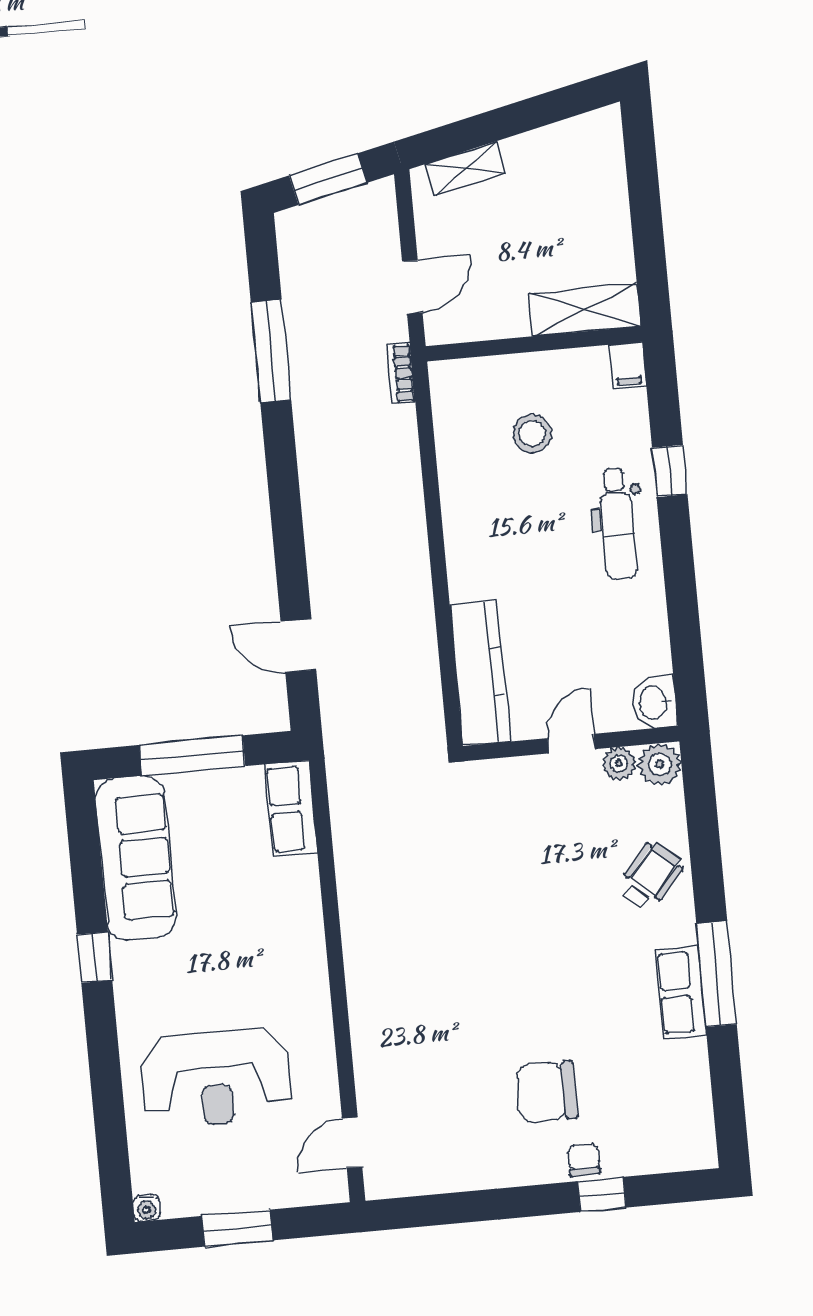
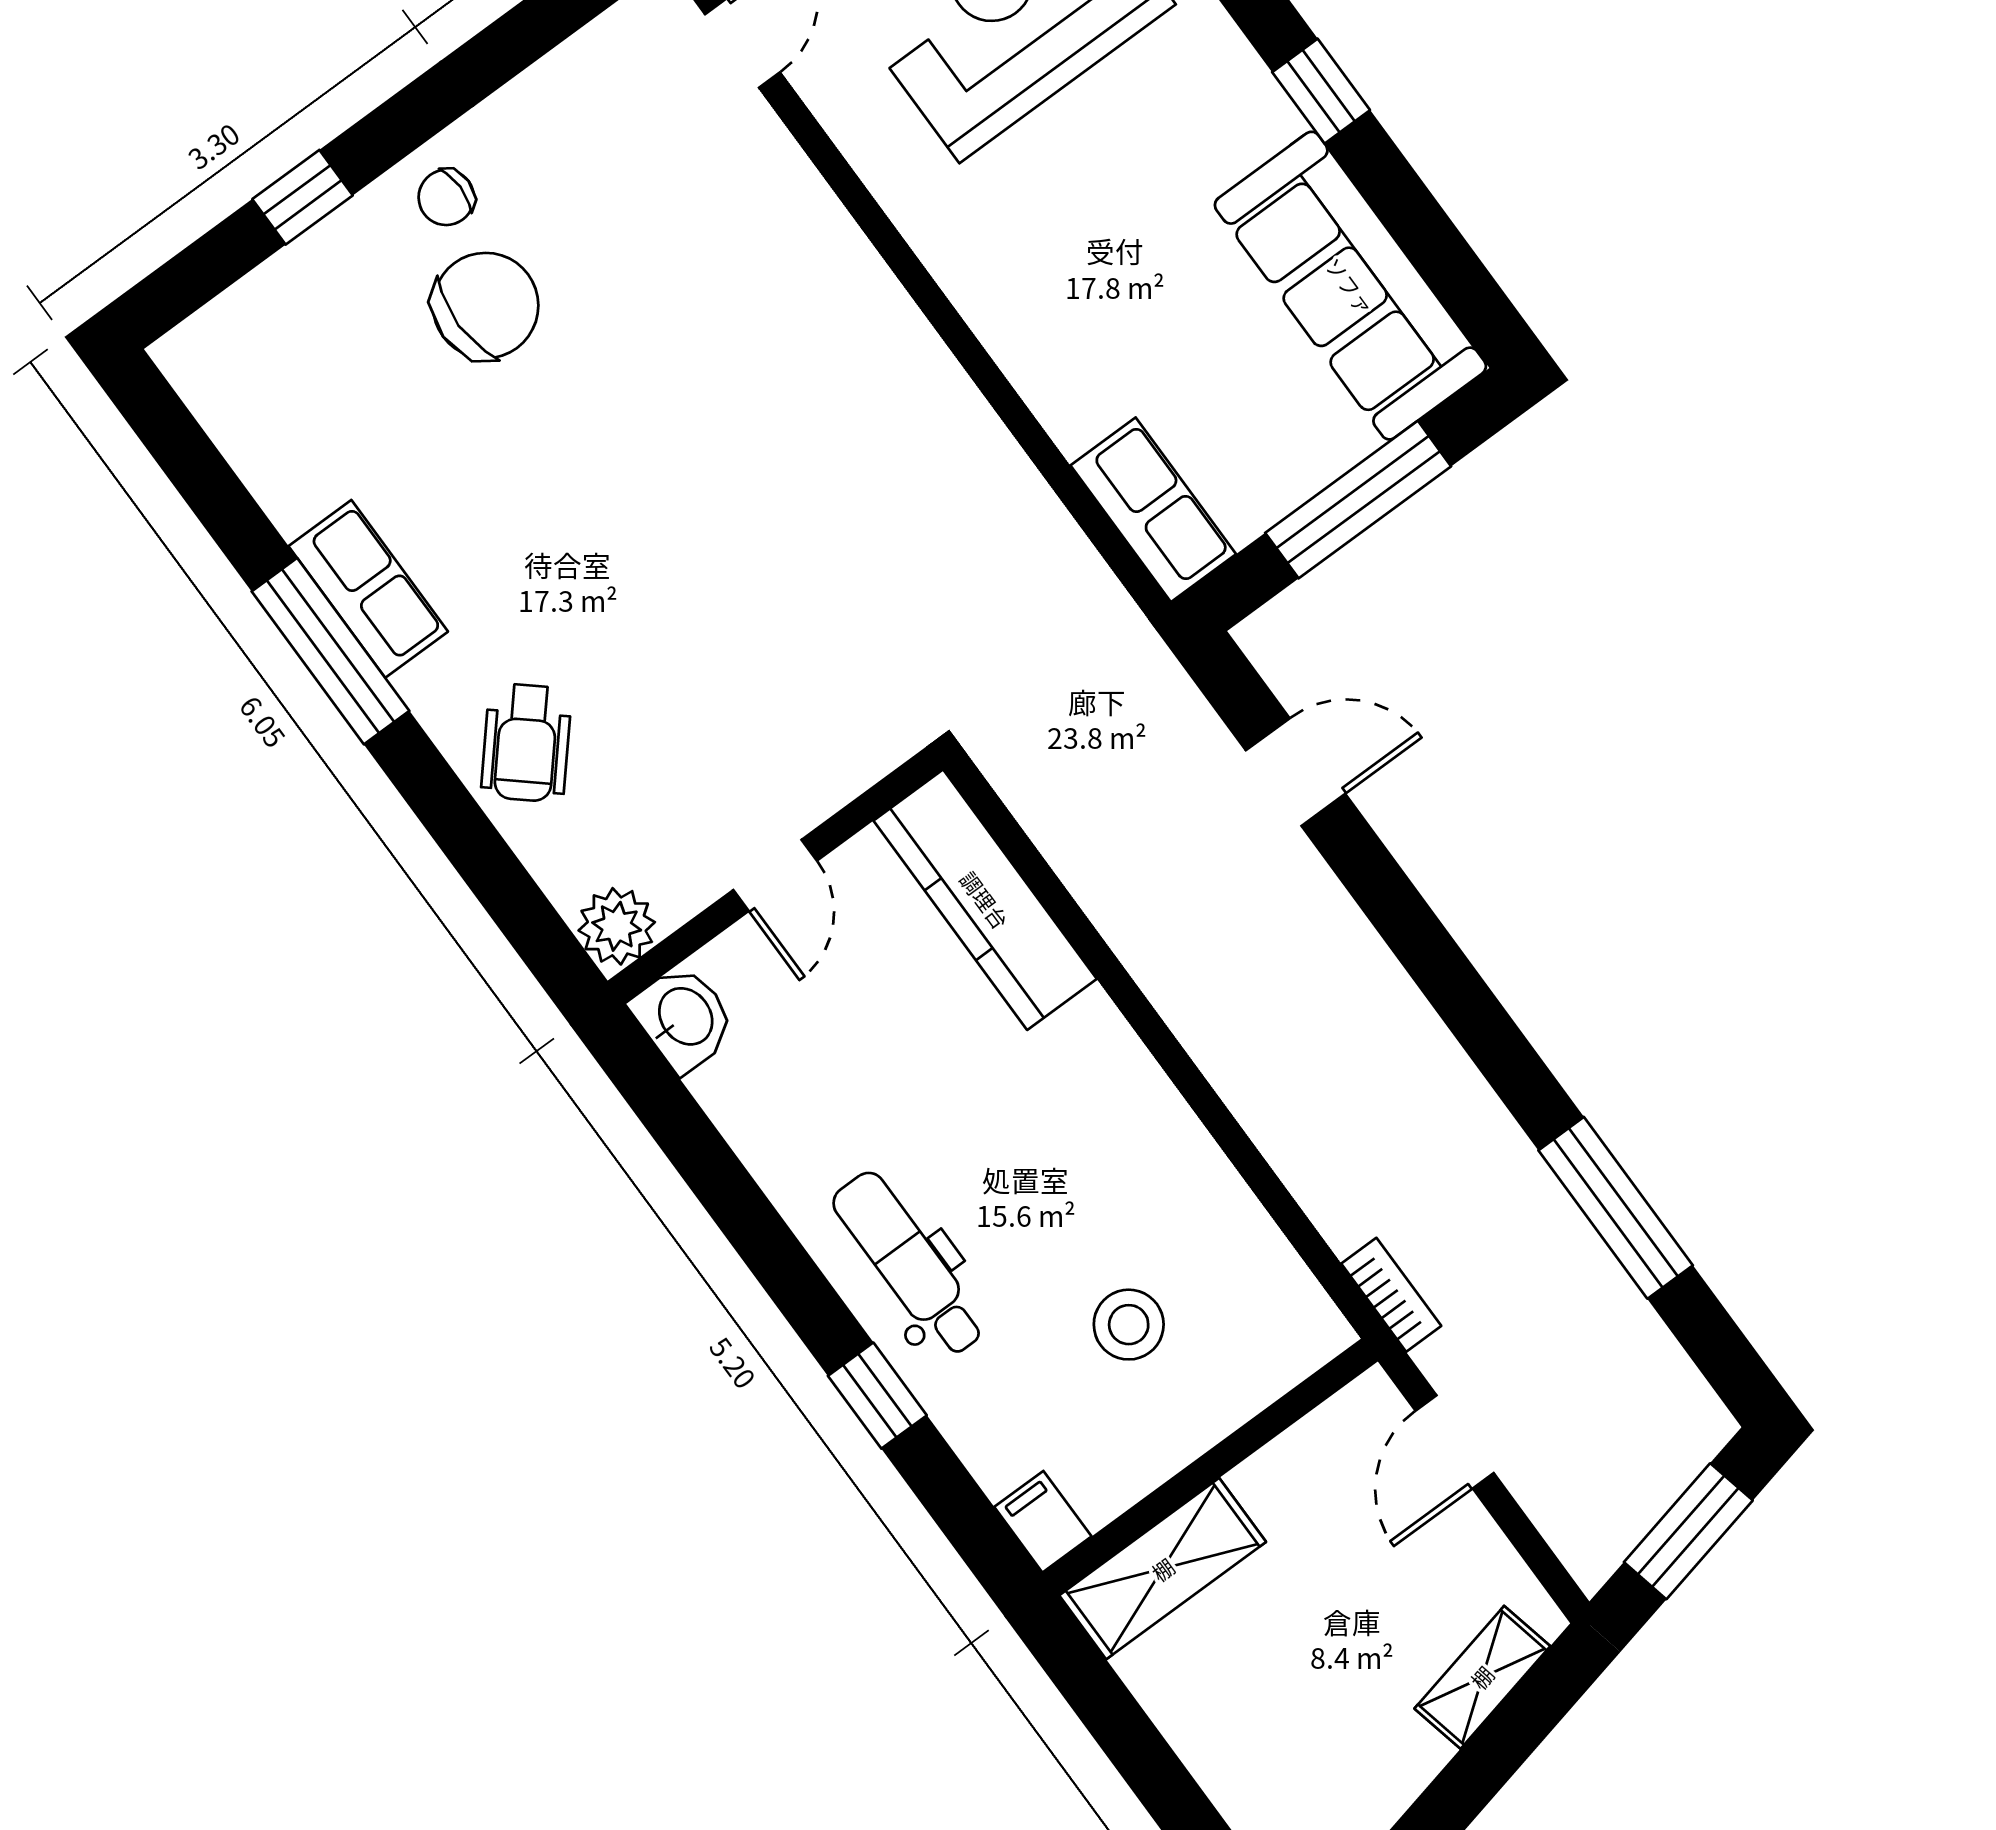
plant: (619, 763) -> (682, 889), removed
chair: (584, 1160) -> (446, 197), moved, turned 90

